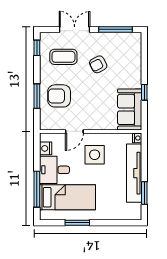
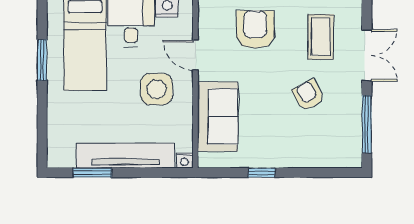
sofa: (130, 109) -> (218, 117), moved, turned 90

